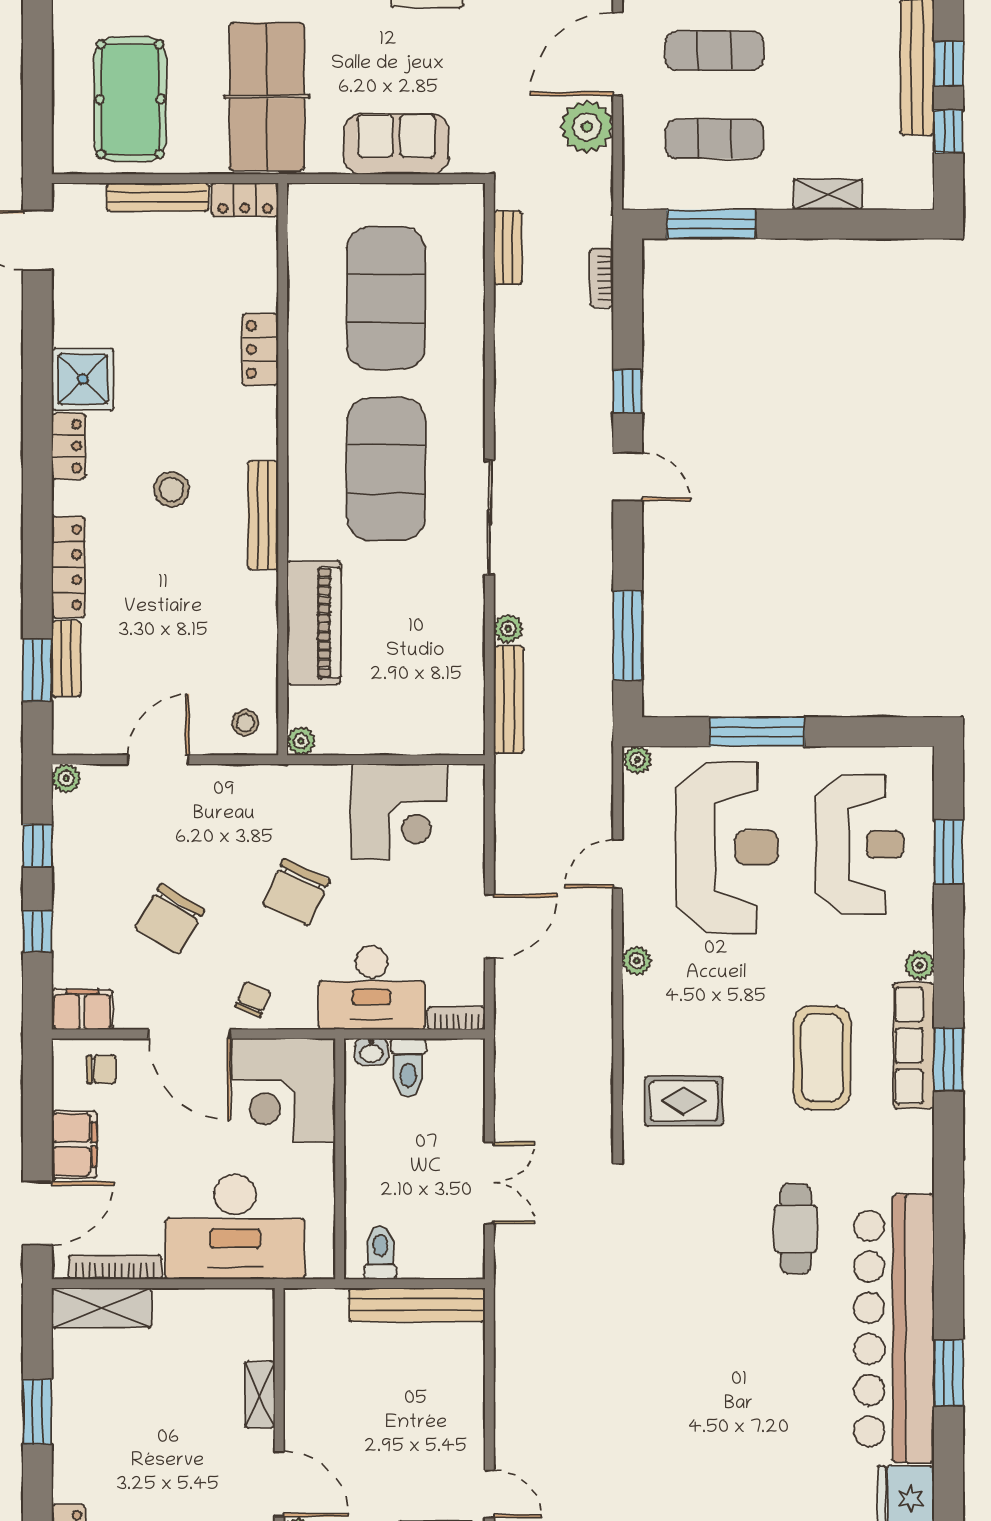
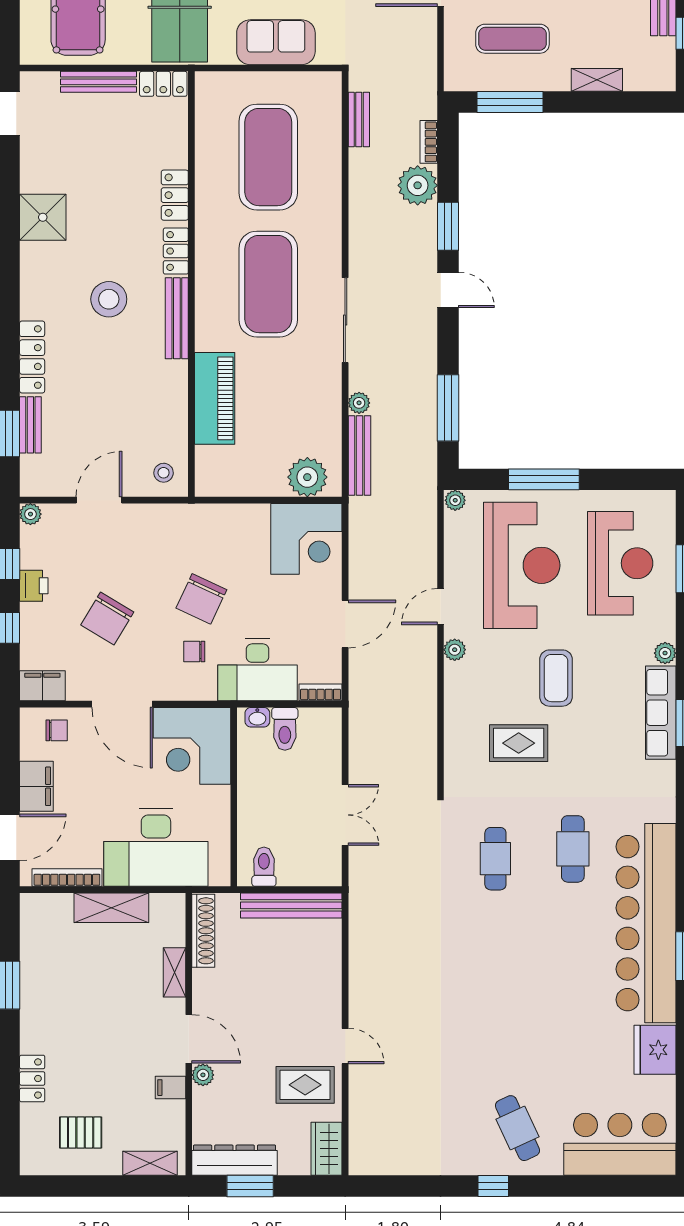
plant: (587, 127) -> (418, 185), moved
window: (628, 391) -> (448, 226), width x1.50
locker: (68, 446) -> (176, 251), moved, turned 180
stool: (172, 489) -> (109, 299), width x1.38, depth x1.38
plant: (301, 741) -> (307, 477), moved, width x1.87, depth x1.87
corner desk: (399, 812) -> (306, 539), moved
door: (618, 864) -> (441, 607), moved
printer: (71, 875) -> (34, 586), added
chair: (253, 999) -> (194, 651), moved, turned -113
coffee table: (822, 1058) -> (556, 678), moved, width x0.73, depth x0.76
rug: (684, 1101) -> (519, 743), moved
cafe table: (692, 1242) -> (495, 859), added
shelving: (102, 1308) -> (111, 908), moved
shoe rack: (299, 1339) -> (203, 931), added

